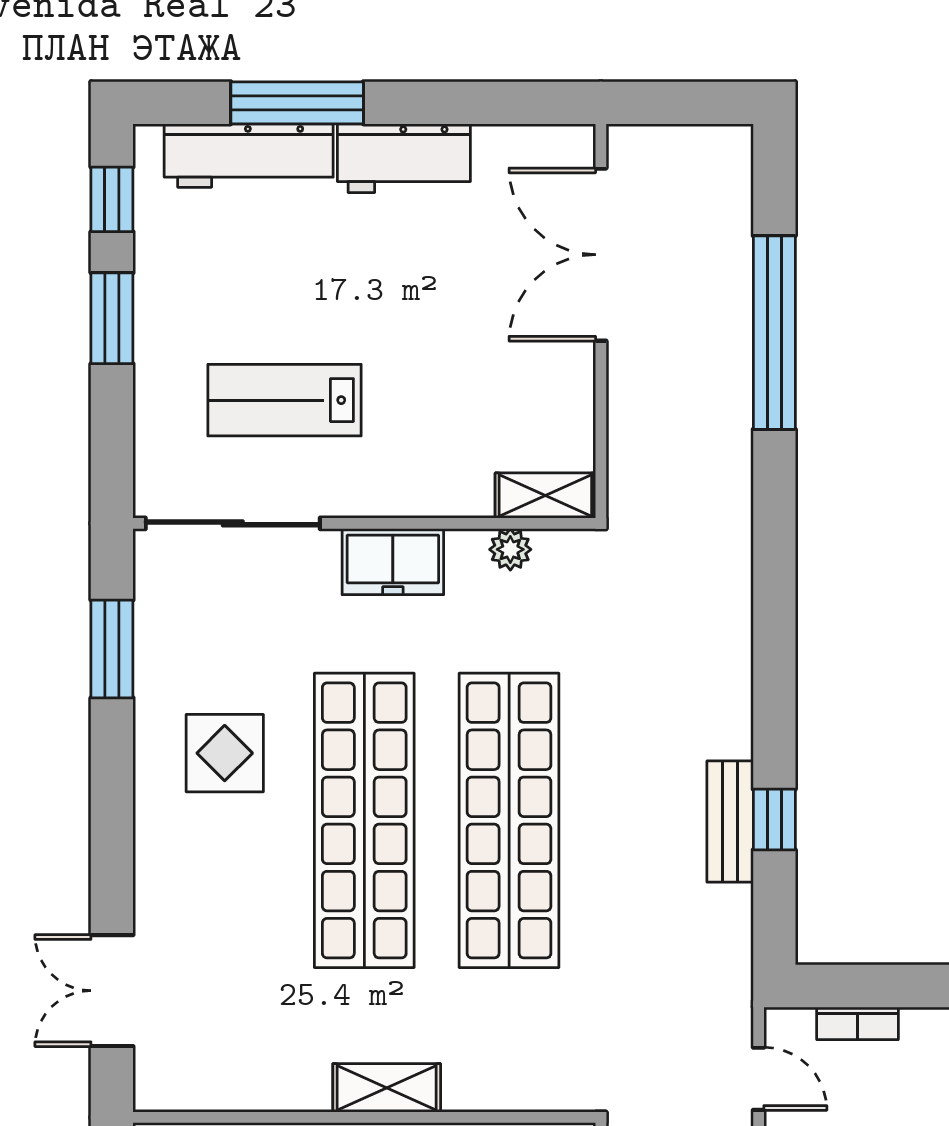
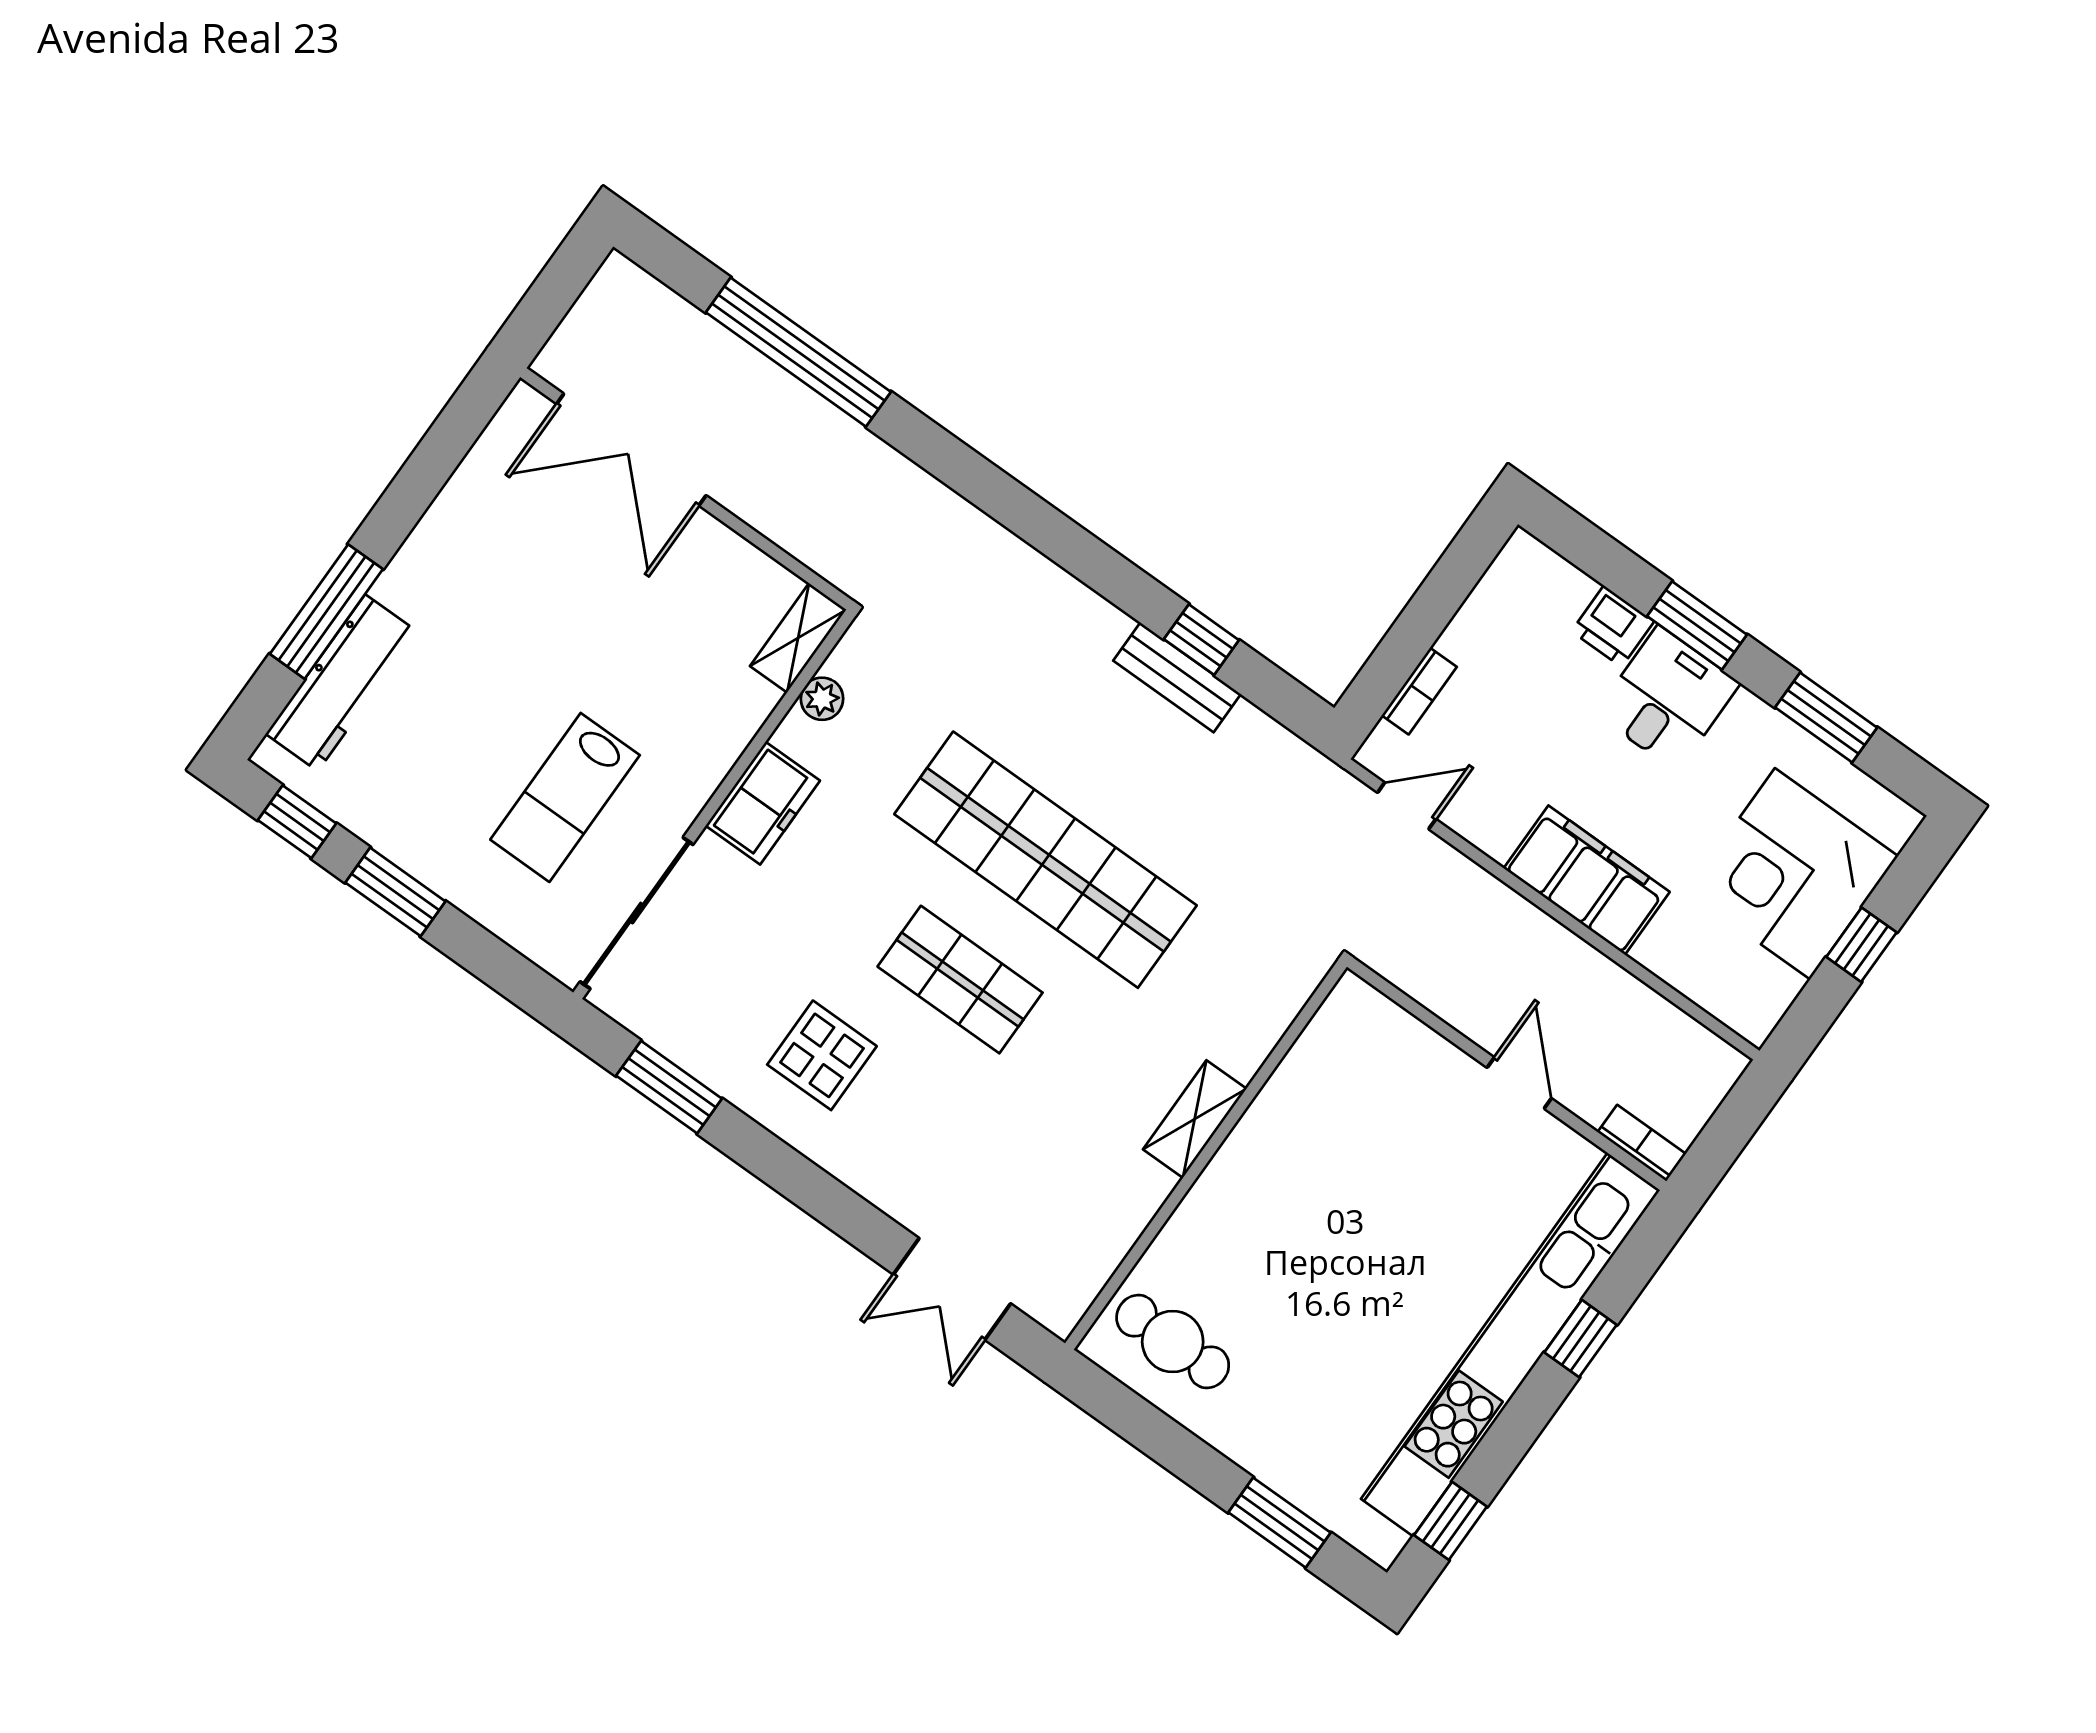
workbench: (404, 158) -> (435, 556), removed
shop shelf: (364, 820) -> (960, 980), width x0.50, depth x0.74

